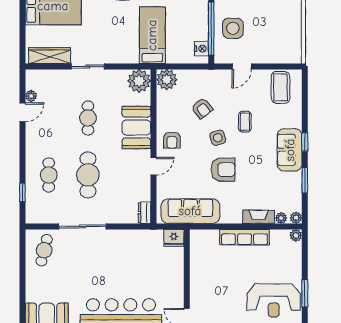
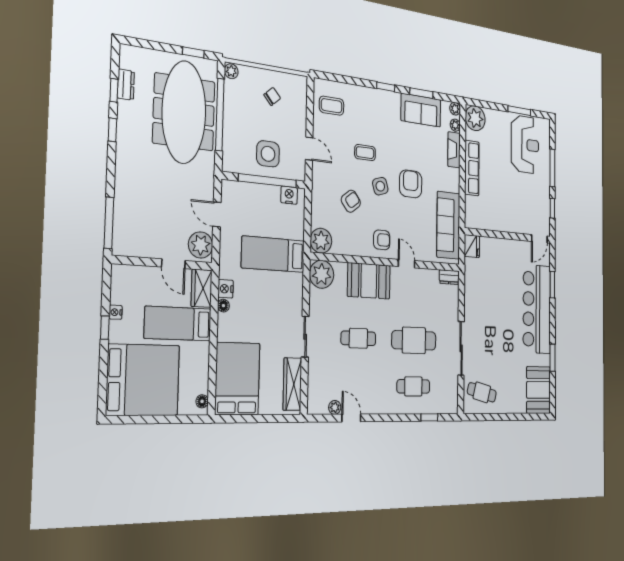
chair: (280, 31) -> (272, 96), added
coffee table: (281, 87) -> (332, 106), width x0.73, depth x0.77
sofa: (290, 150) -> (421, 110), moved
plant: (296, 235) -> (475, 118), width x1.88, depth x1.88

